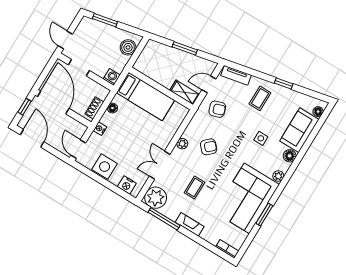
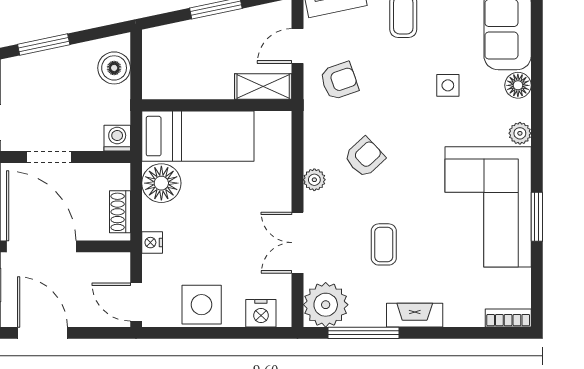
floor lamp: (112, 108) -> (161, 183), width x1.89, depth x1.89

